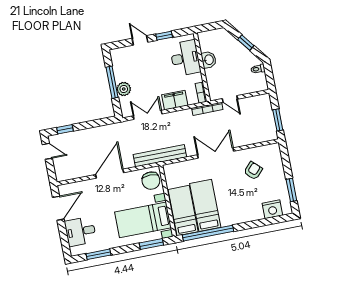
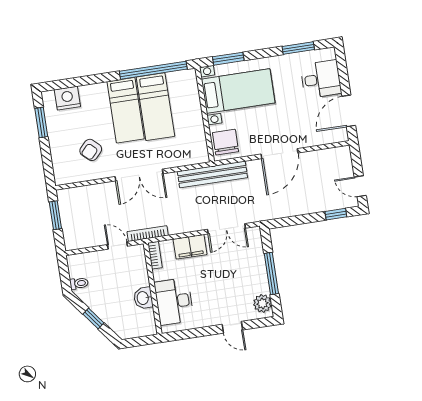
window: (164, 36) -> (201, 332), removed
plant: (124, 89) -> (262, 303), moved
bed: (183, 211) -> (126, 110), moved

